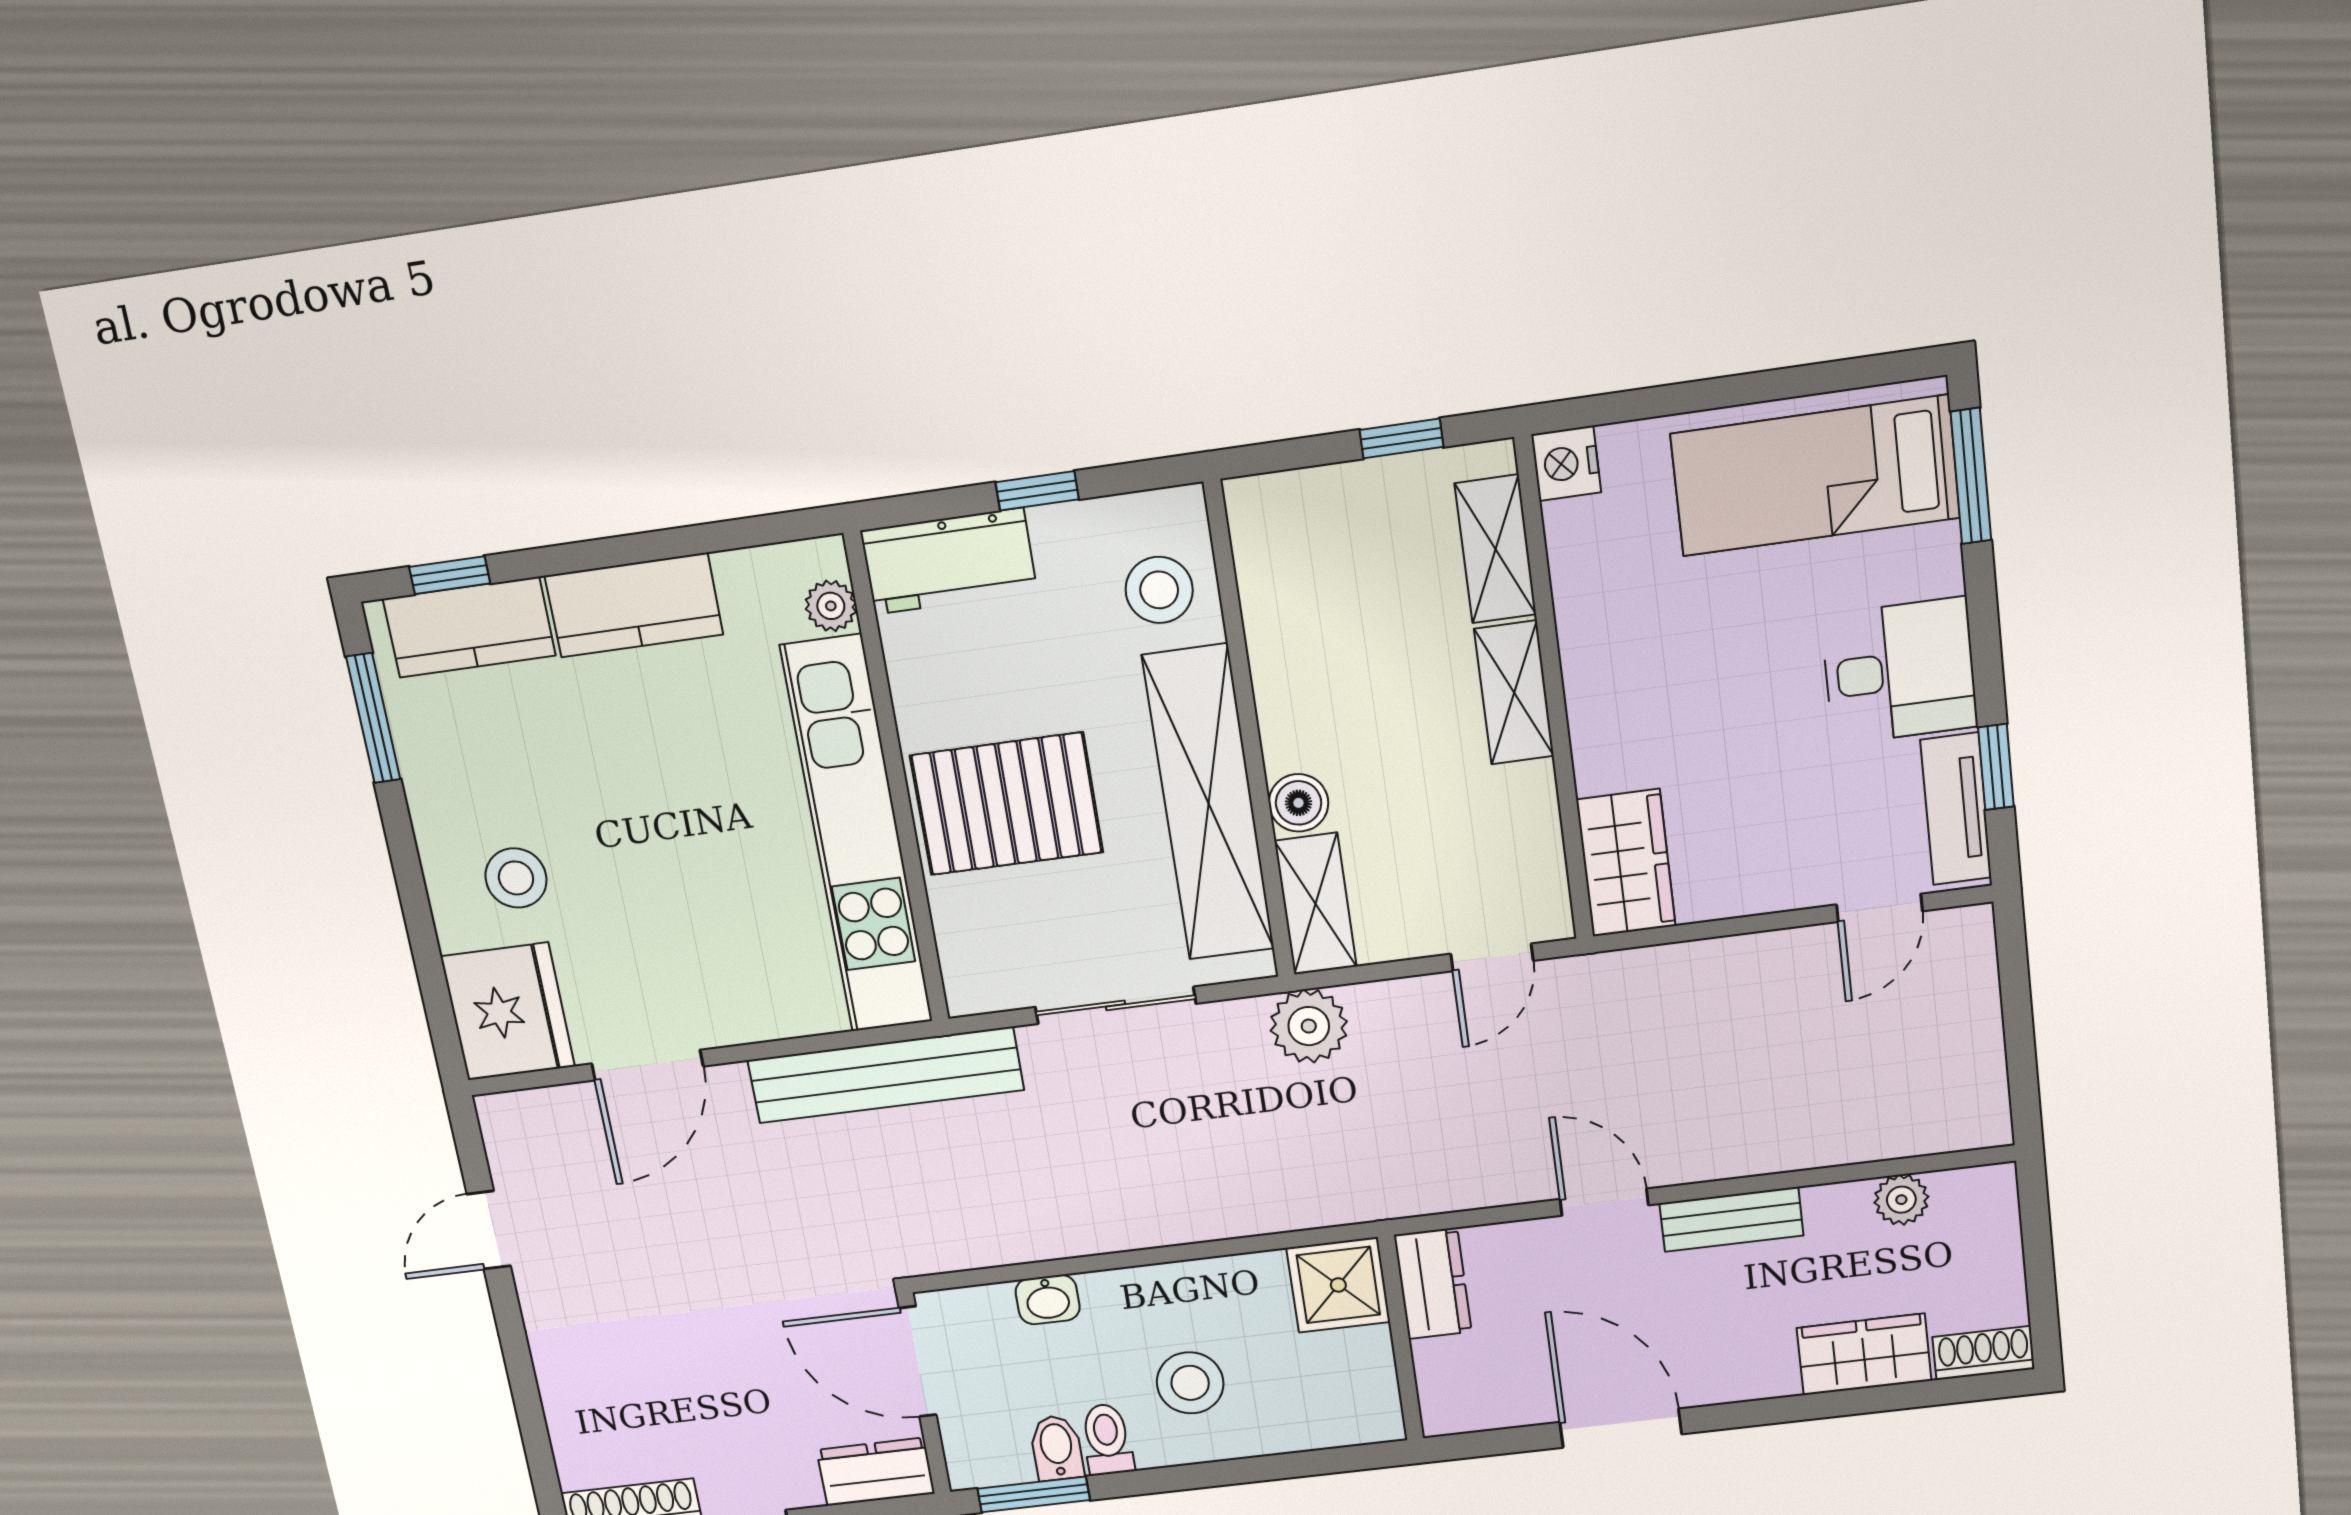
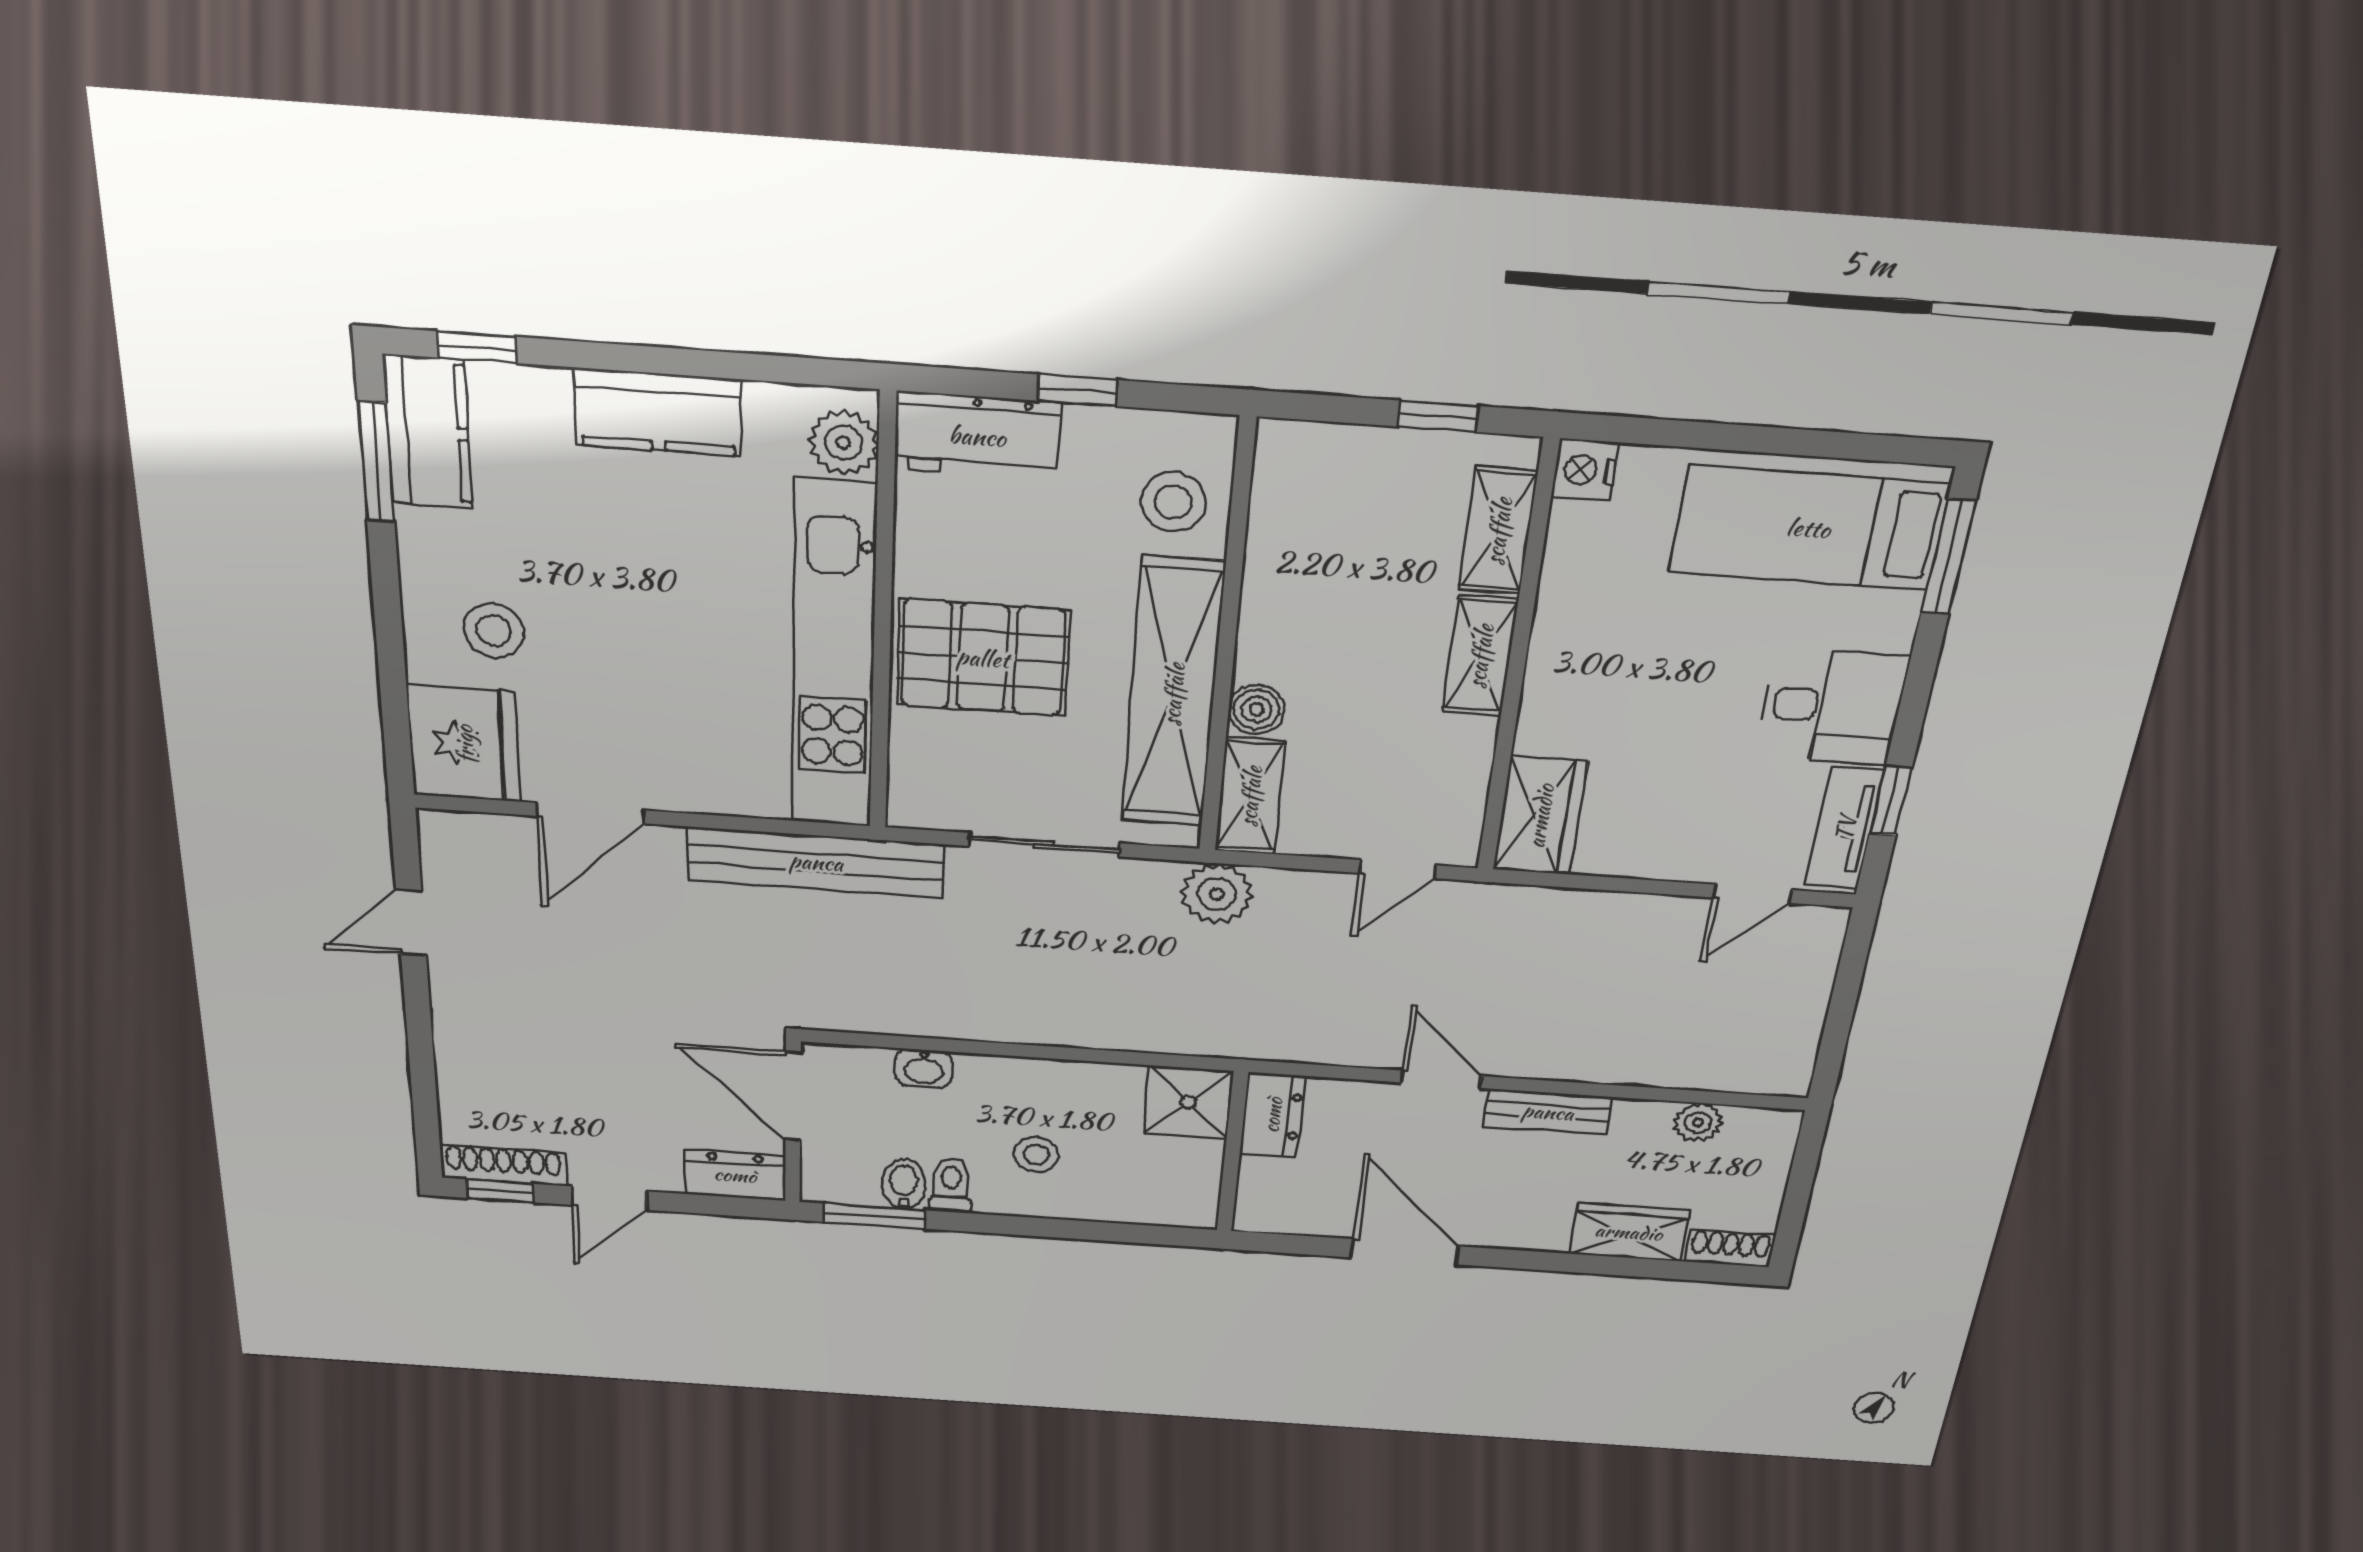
plant: (831, 606) -> (843, 443), width x1.38, depth x1.38
kitchen counter: (469, 627) -> (428, 432), moved, turned -90
stool: (1190, 1383) -> (1036, 1155), width x0.73, depth x0.73

